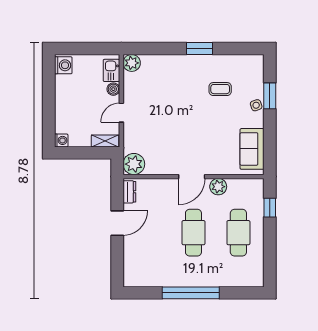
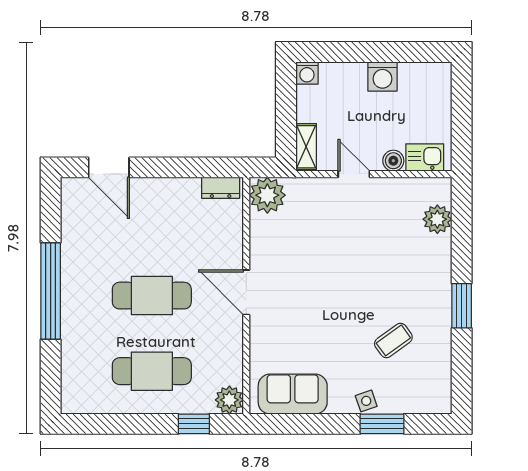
plant: (132, 63) -> (437, 219), moved
washing machine: (63, 65) -> (382, 76), moved
coffee table: (220, 89) -> (393, 340), turned 54
plant: (218, 187) -> (229, 400), moved
door: (117, 223) -> (109, 167), moved

